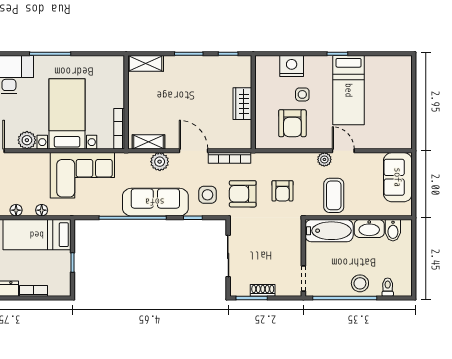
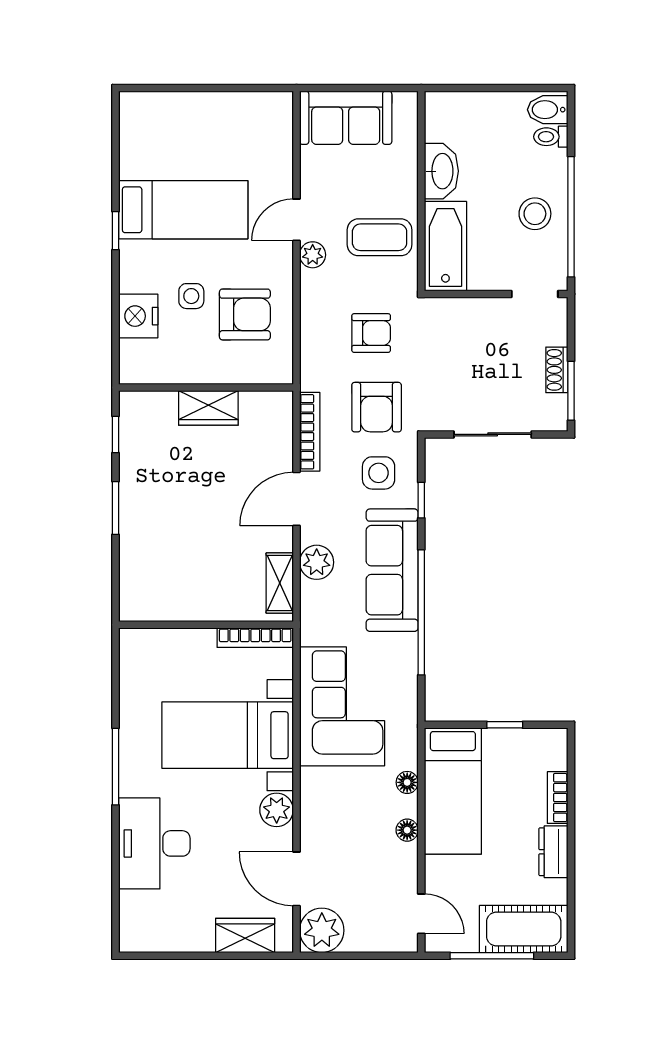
shelving: (146, 63) -> (133, 589), removed
bidet: (393, 230) -> (548, 110), moved, turned 180
stool: (360, 283) -> (535, 214), moved

